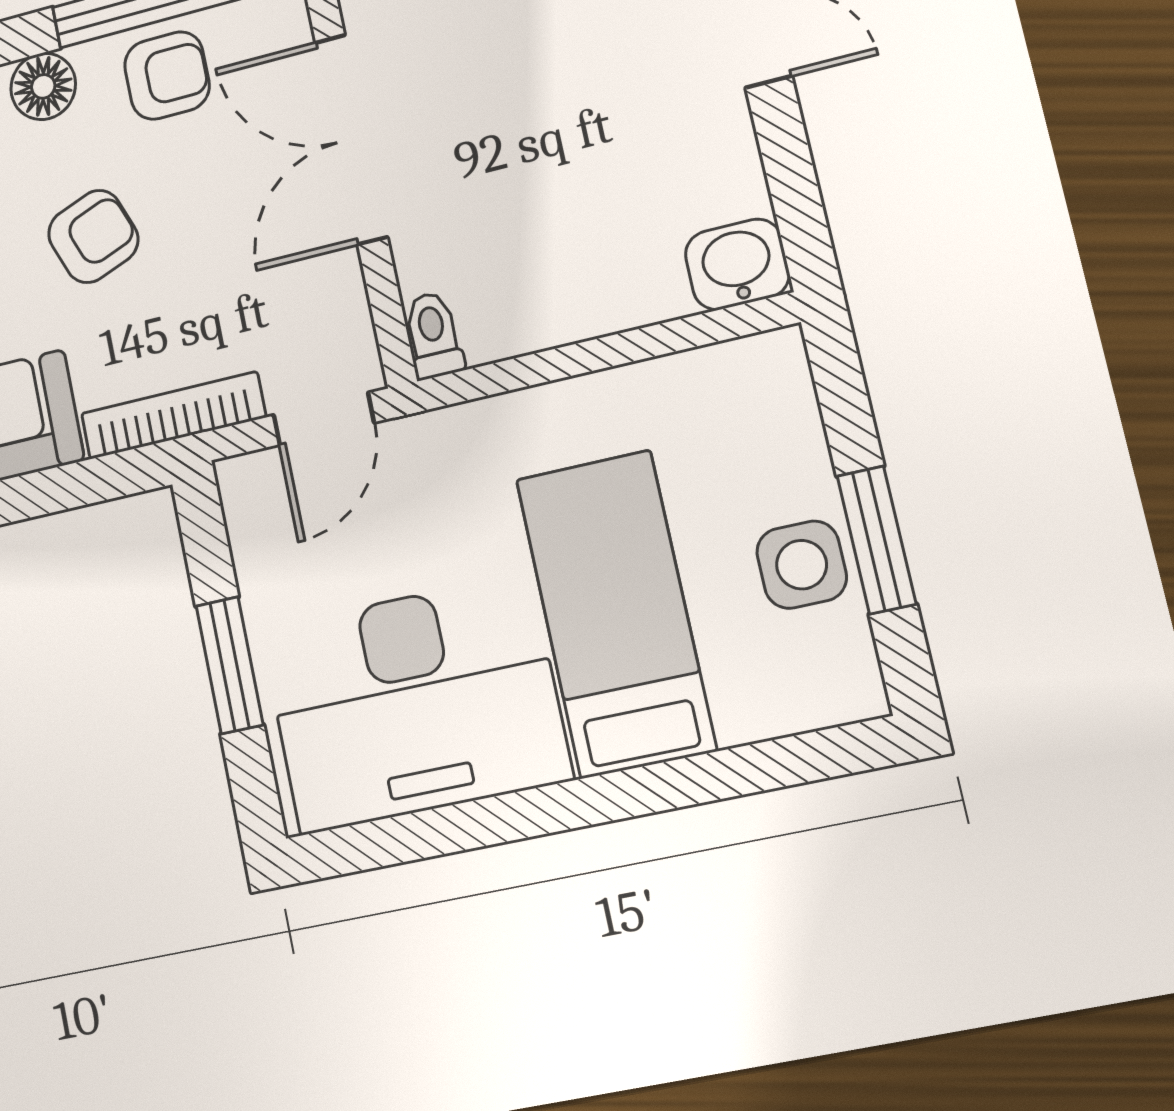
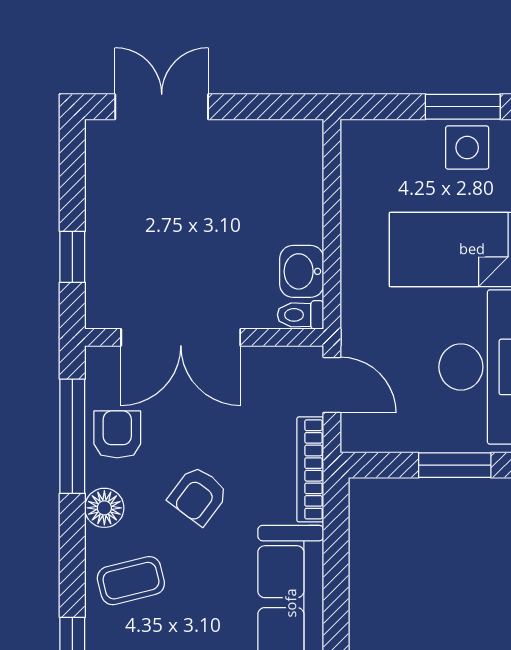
armchair: (93, 236) -> (198, 495), turned -122
washbasin: (737, 264) -> (302, 271), moved

